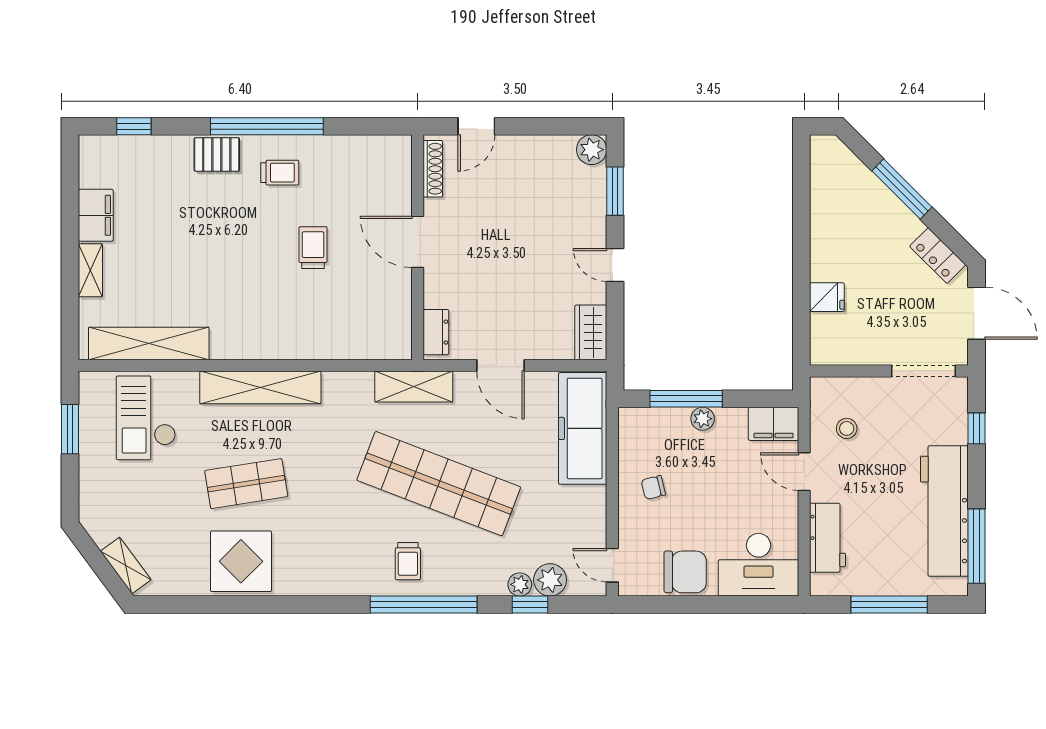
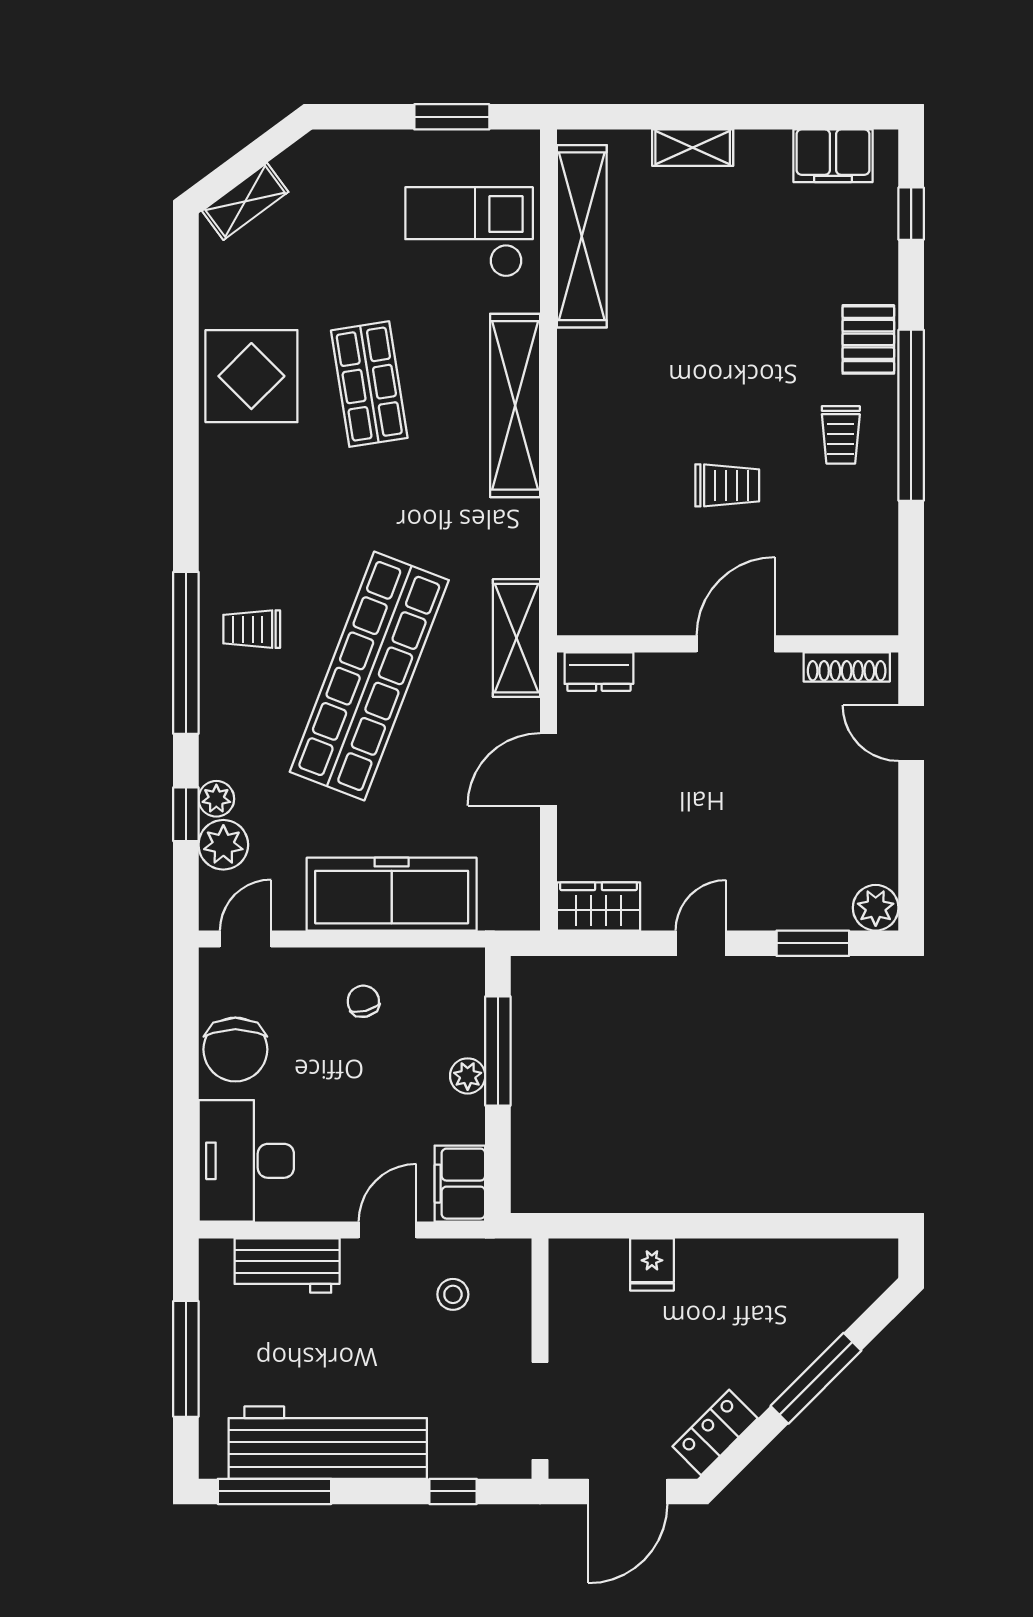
filing cabinet: (96, 215) -> (833, 156), moved
freezer: (583, 428) -> (392, 894), moved

